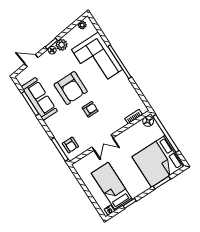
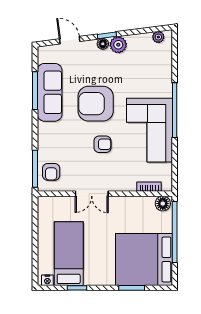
corner sofa: (97, 59) -> (149, 130), moved
armchair: (71, 88) -> (96, 104), turned 90

